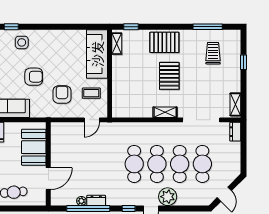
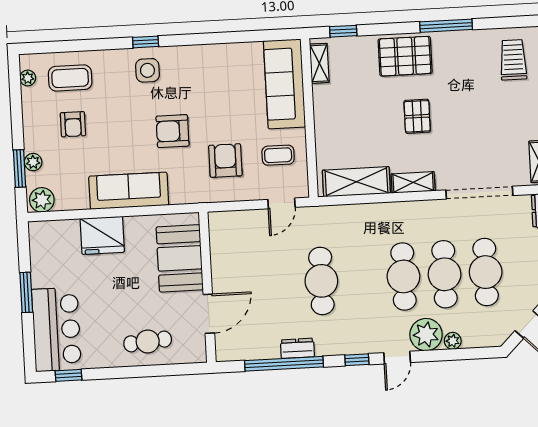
window: (11, 27) -> (146, 42), moved
window: (208, 27) -> (446, 26), moved
trolley: (213, 53) -> (513, 60), moved
pallet: (169, 76) -> (417, 116), width x0.67, depth x0.71
armchair: (34, 77) -> (172, 131), turned 180
shelving: (134, 110) -> (356, 182), added
cafe table: (134, 164) -> (321, 281), moved
plant: (81, 201) -> (453, 341), moved

